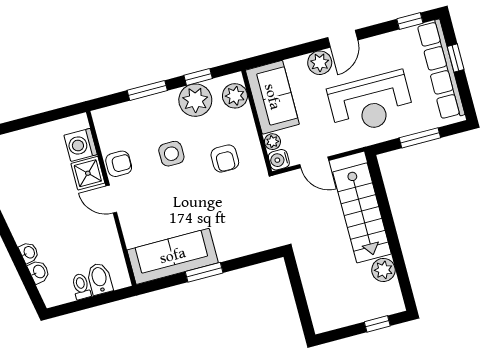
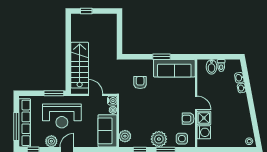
window: (456, 58) -> (16, 127), width x2.17
plant: (320, 63) -> (51, 141), moved
plant: (195, 100) -> (159, 139), moved
reception desk: (371, 103) -> (62, 116), turned 180
window: (420, 138) -> (54, 93), moved
side table: (171, 154) -> (182, 139), moved
armchair: (225, 158) -> (140, 83), moved
plant: (383, 270) -> (77, 36), removed

